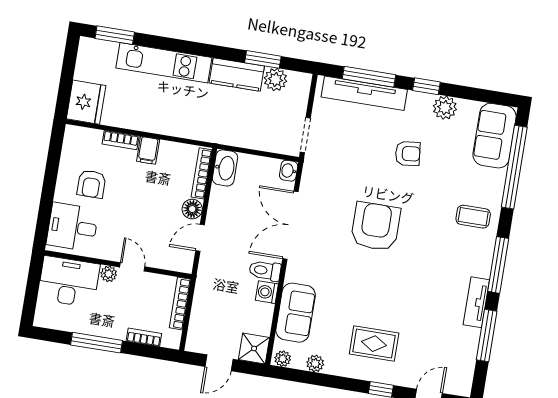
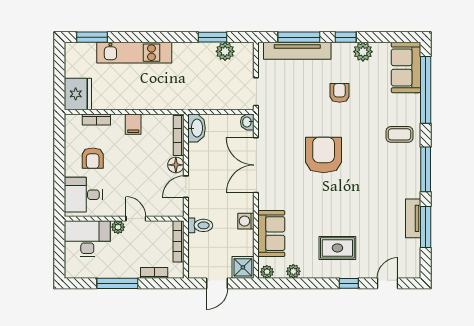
kitchen counter: (237, 75) -> (194, 52), removed
bookcase: (121, 140) -> (96, 119), moved
armchair: (408, 154) -> (339, 93), turned -84
toilet: (265, 271) -> (200, 225), moved, turned 180
tv unit: (476, 302) -> (413, 218), moved

